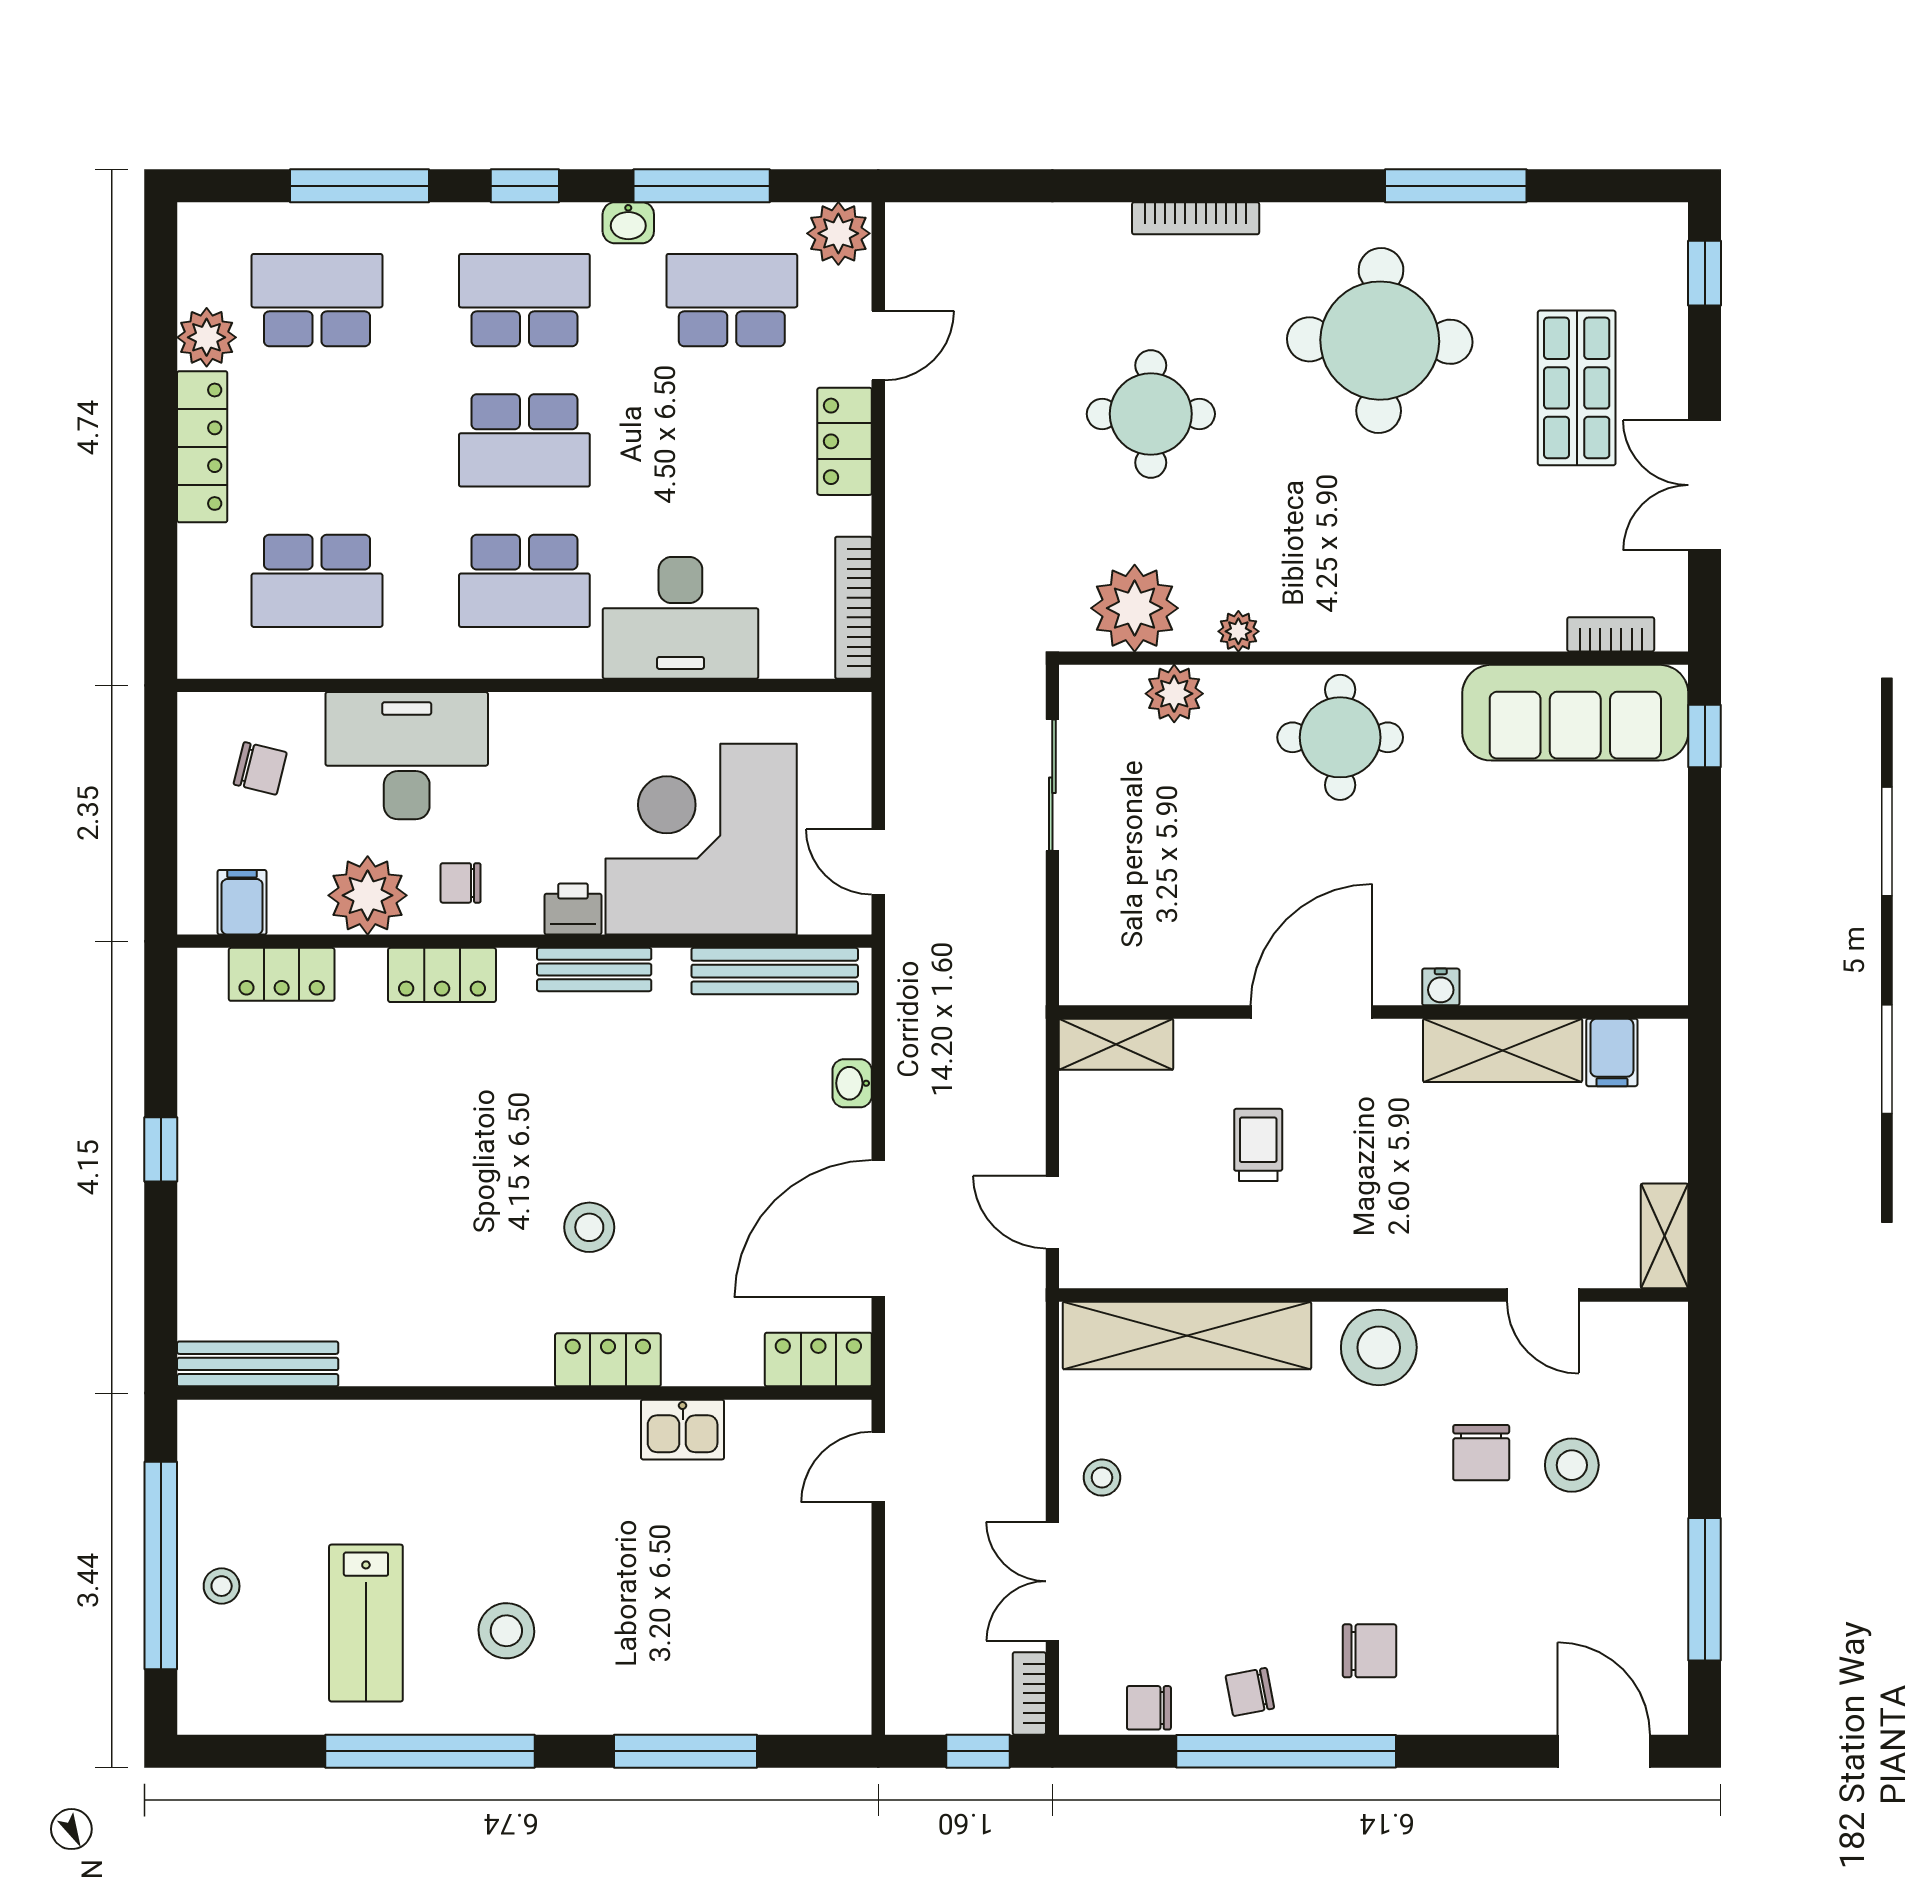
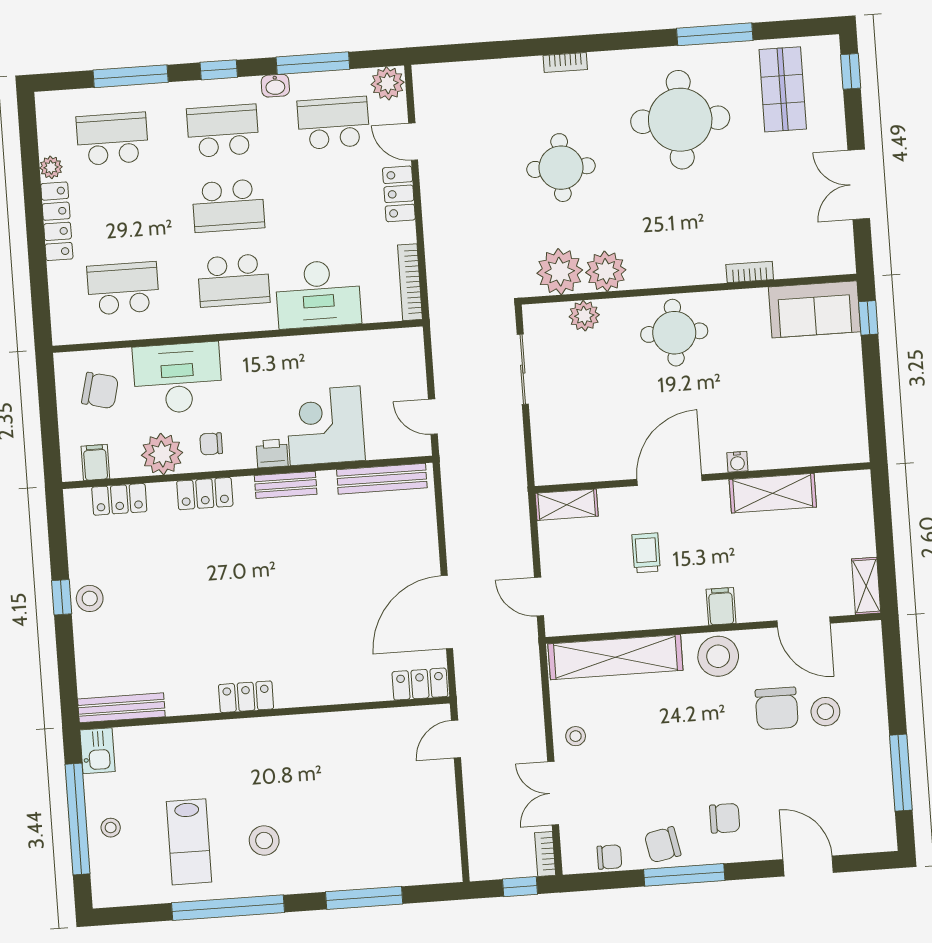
bookcase: (1196, 218) -> (565, 62), width x0.64
plant: (207, 337) -> (51, 167), width x0.73, depth x0.73
door: (878, 346) -> (413, 142), swing flipped
shop shelf: (1577, 388) -> (783, 89), moved
school desk: (317, 581) -> (123, 288), turned 180
plant: (1238, 631) -> (606, 271), width x1.87, depth x1.87
bookcase: (1611, 634) -> (750, 272), moved
sofa: (1575, 713) -> (815, 309), width x0.73
chair: (260, 768) -> (100, 390), width x1.37, depth x1.37
corner desk: (701, 839) -> (325, 426), width x0.74, depth x0.74
filing cabinet: (1612, 1052) -> (721, 606), moved, turned 180
washbasin: (852, 1083) -> (427, 536), removed
stool: (589, 1227) -> (90, 598), moved
door: (1543, 1295) -> (804, 622), width x1.38
locker: (608, 1360) -> (246, 697), moved
kitchen sink: (683, 1430) -> (97, 751), moved, turned -90
chair: (1481, 1453) -> (777, 708), width x1.37, depth x1.37
chair: (1250, 1692) -> (663, 845), width x1.37, depth x1.37
chair: (1149, 1708) -> (609, 857), turned 180
window: (1286, 1751) -> (684, 875), width x0.68
door: (1604, 1751) -> (808, 866), moved

